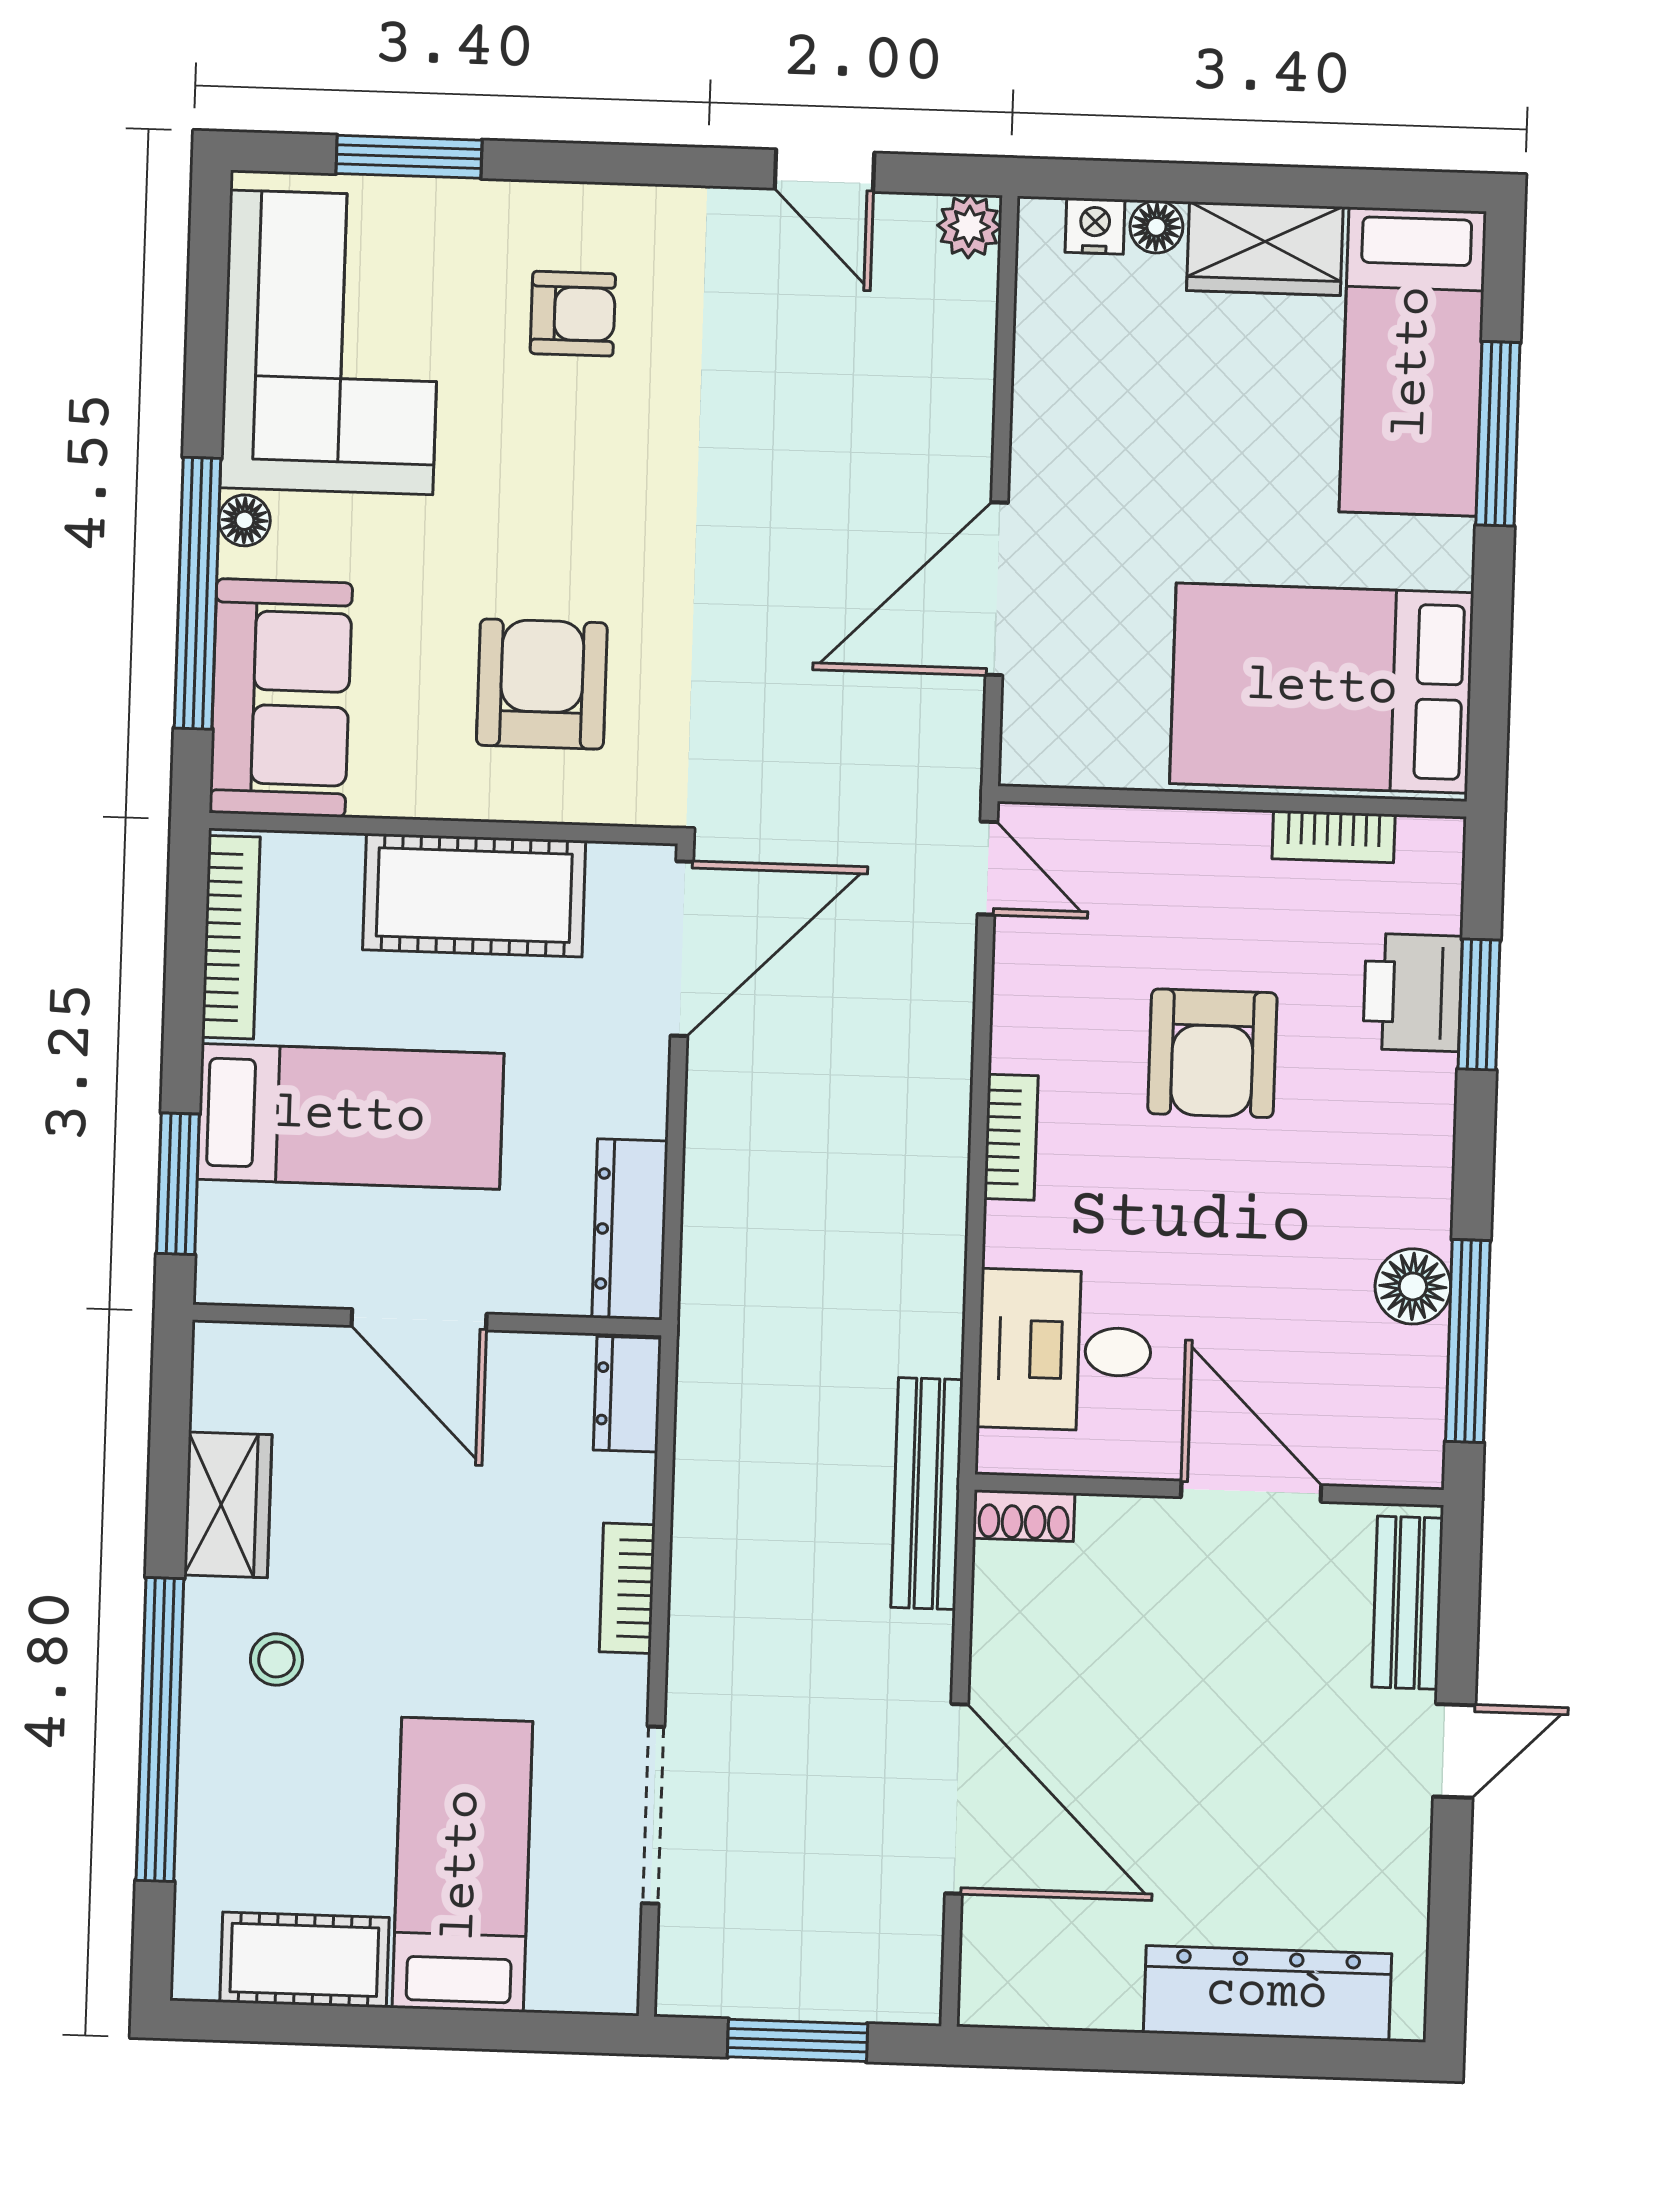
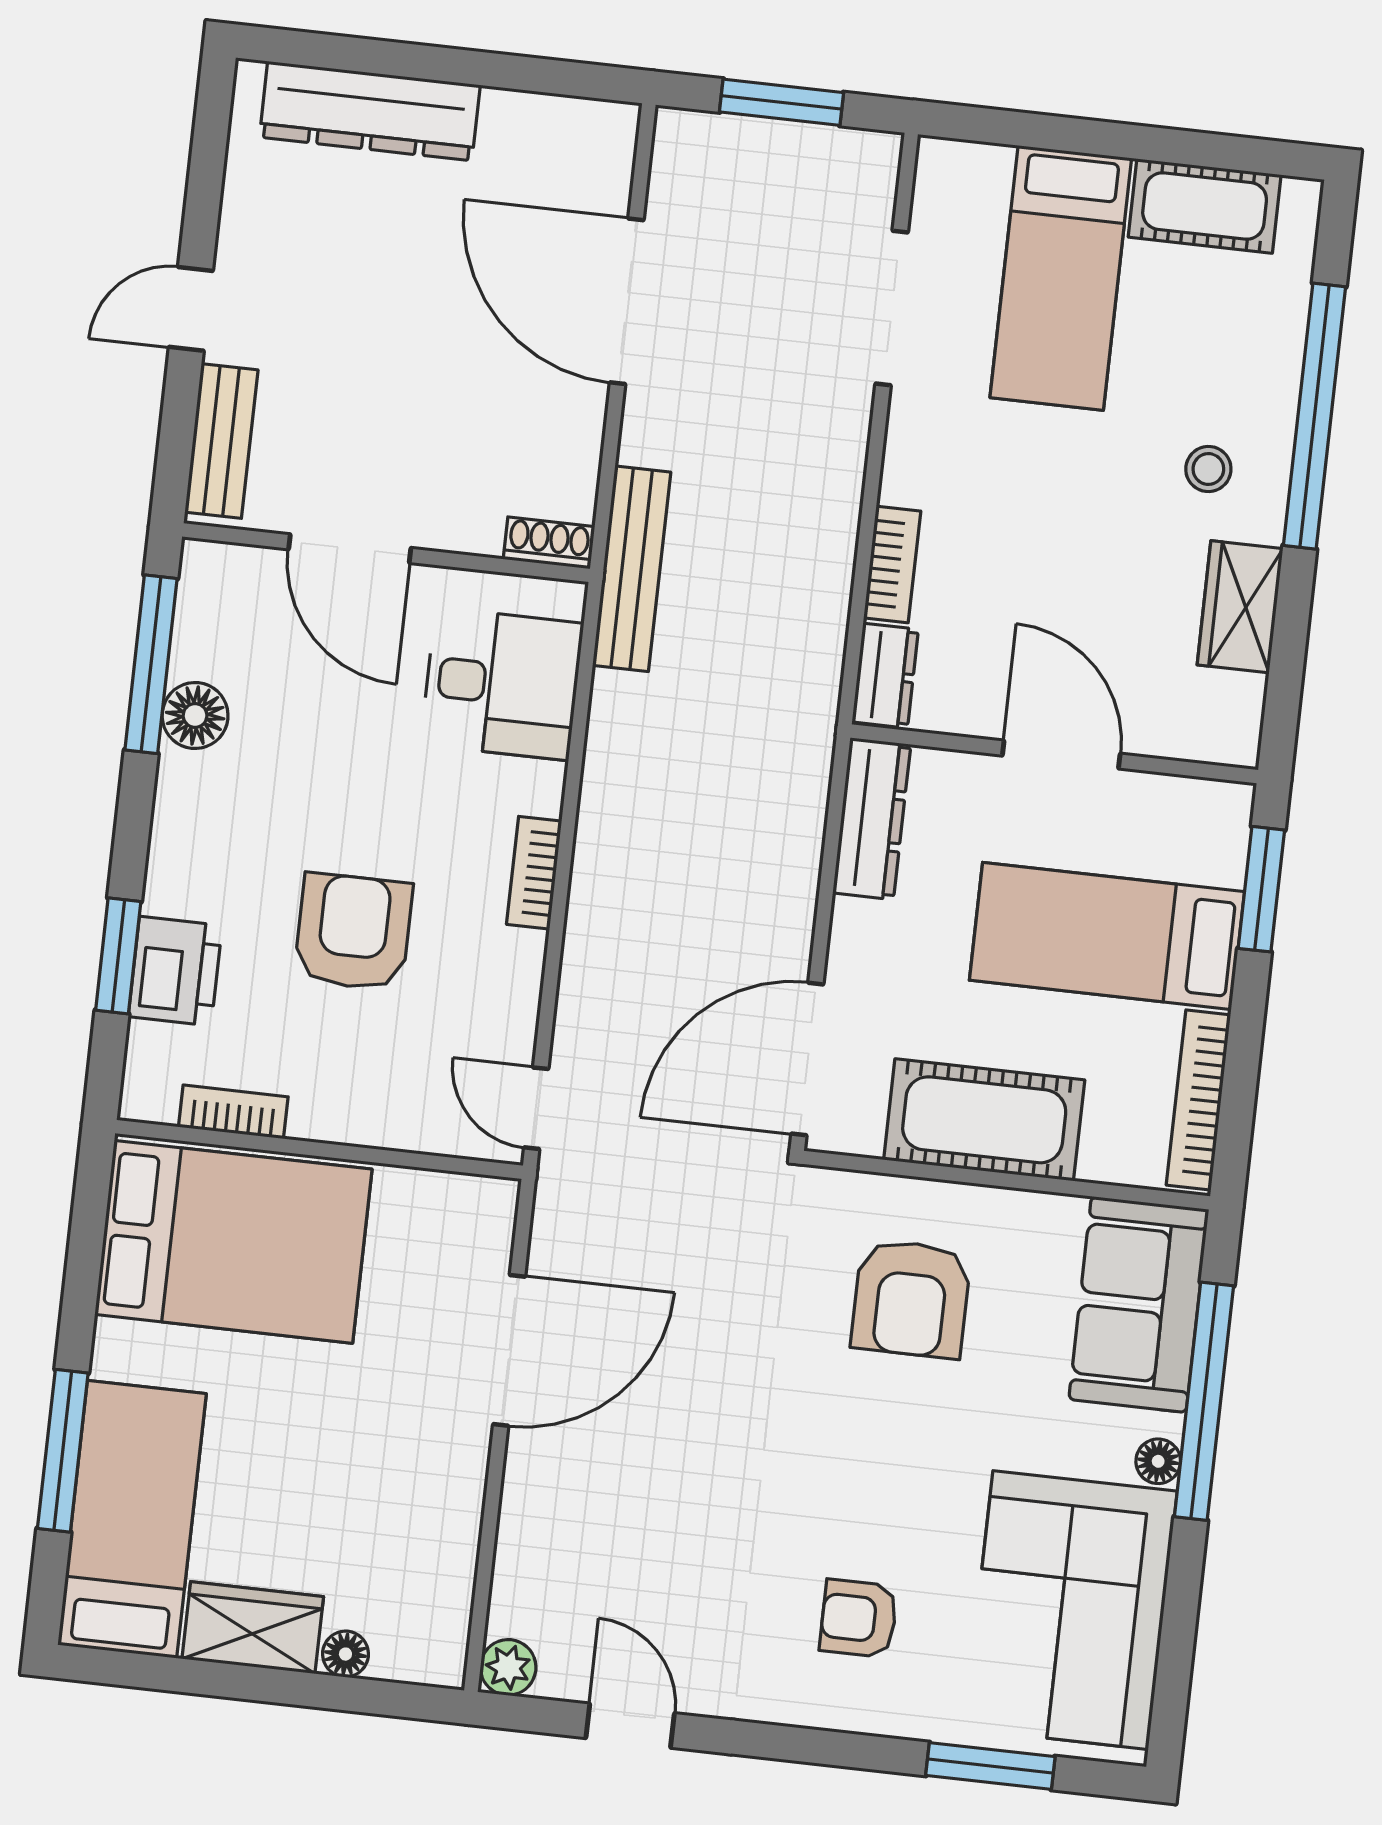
nightstand: (1095, 226) -> (399, 1659), removed
bookcase: (627, 1588) -> (892, 564), moved

